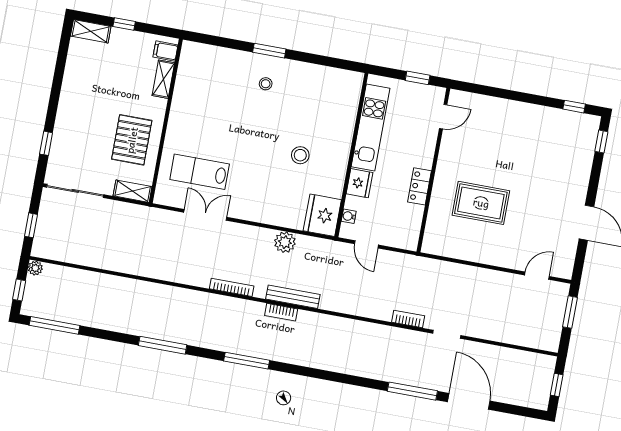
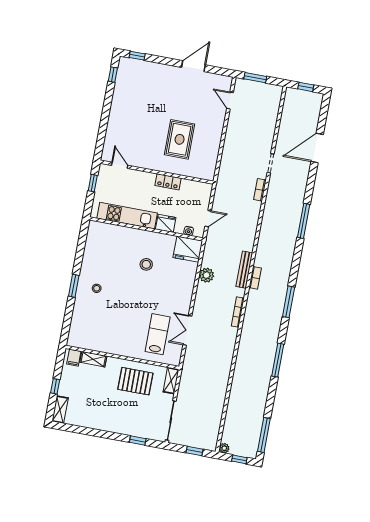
lab bench: (200, 172) -> (158, 334), turned 180
window: (412, 391) -> (304, 221), moved

